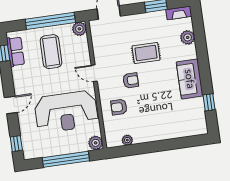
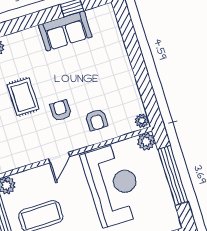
sofa: (190, 79) -> (65, 31), moved
plant: (127, 140) -> (142, 121), moved

